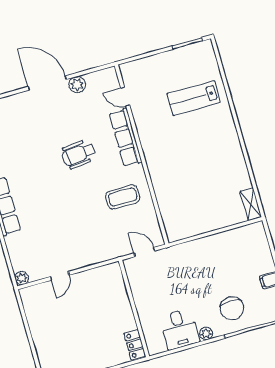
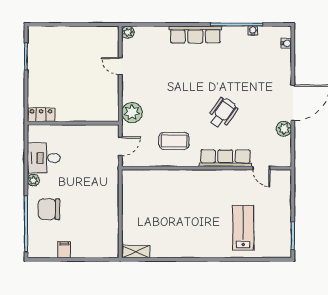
door: (125, 97) -> (261, 168), swing flipped
wheelchair: (79, 154) -> (223, 113), turned 41
coffee table: (123, 197) -> (174, 141), turned 90
plant: (105, 250) -> (132, 112), added

